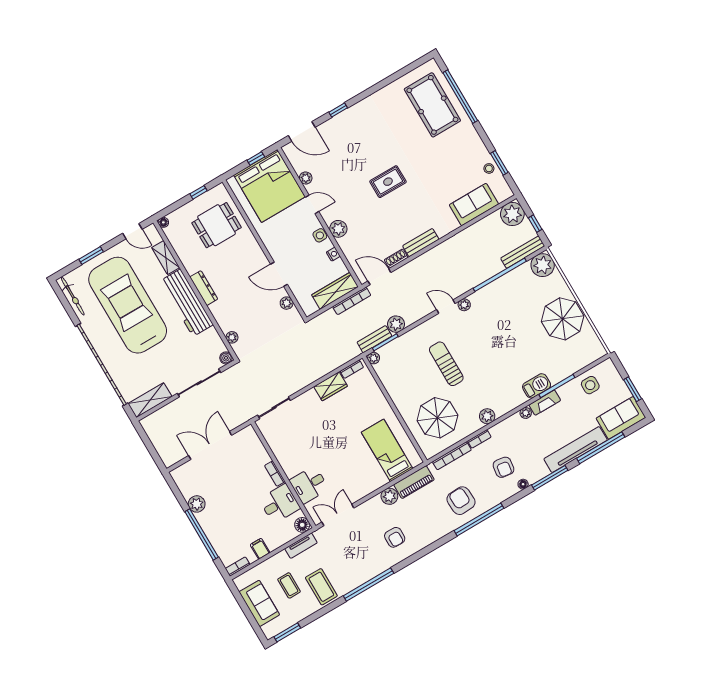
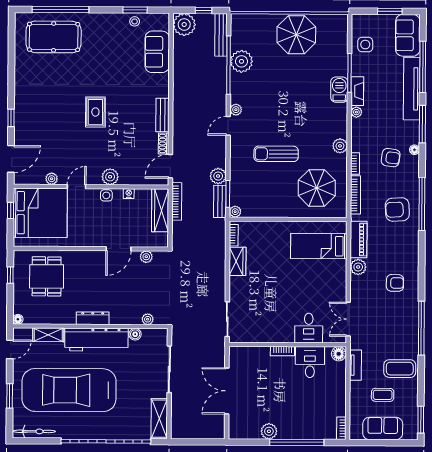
plant: (543, 265) -> (241, 61), moved
boiler: (226, 358) -> (135, 334), moved
filing cabinet: (260, 549) -> (338, 401), removed

